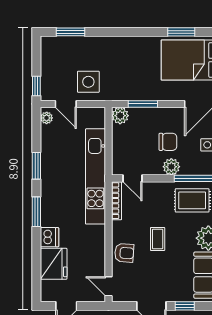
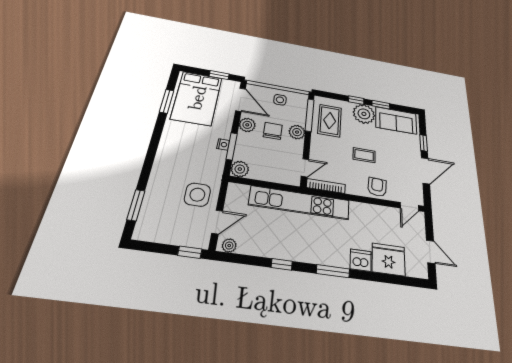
nightstand: (143, 95) -> (223, 144), added
plant: (170, 115) -> (247, 125), added
window: (36, 166) -> (282, 264), width x0.67

